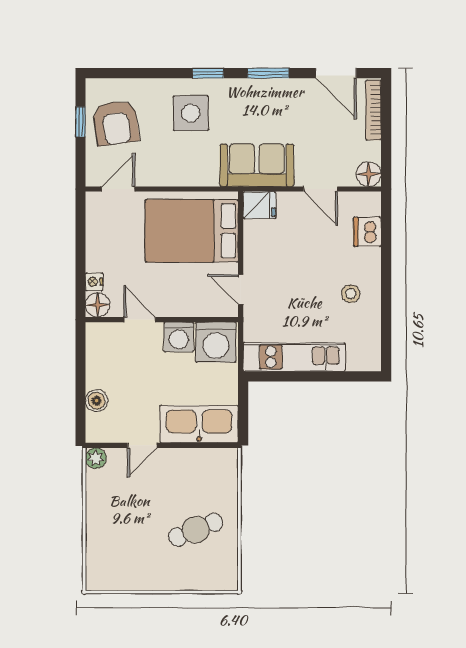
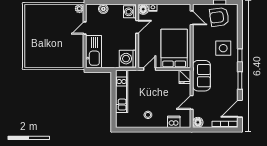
washing machine: (179, 337) -> (130, 12), moved
door: (142, 445) -> (85, 28), hinge flipped
cafe table: (196, 530) -> (49, 50), removed

